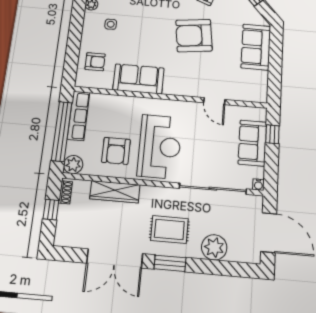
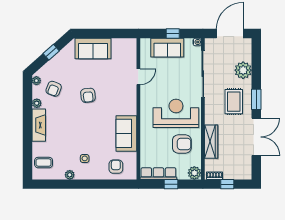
armchair: (194, 36) -> (88, 95), width x0.53, depth x0.53
window: (62, 131) -> (171, 184), width x0.32
window: (272, 134) -> (173, 34), moved

